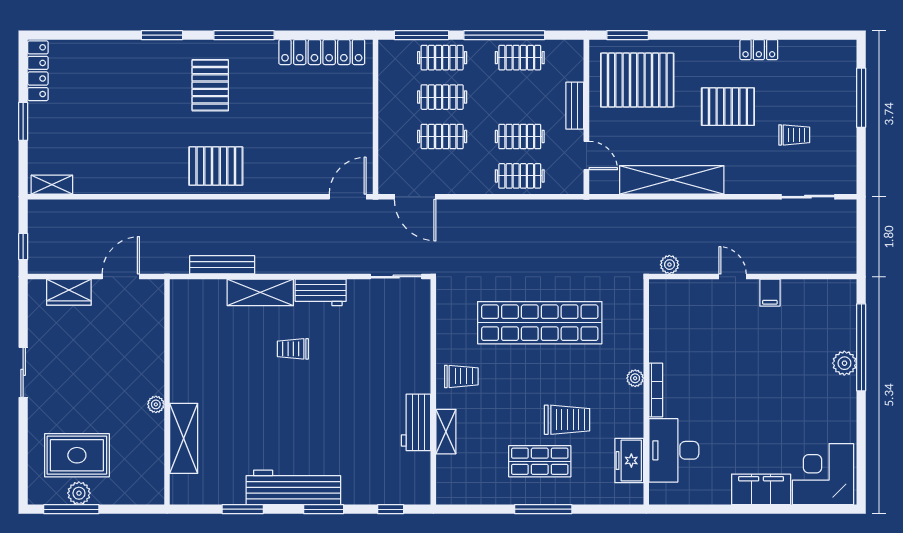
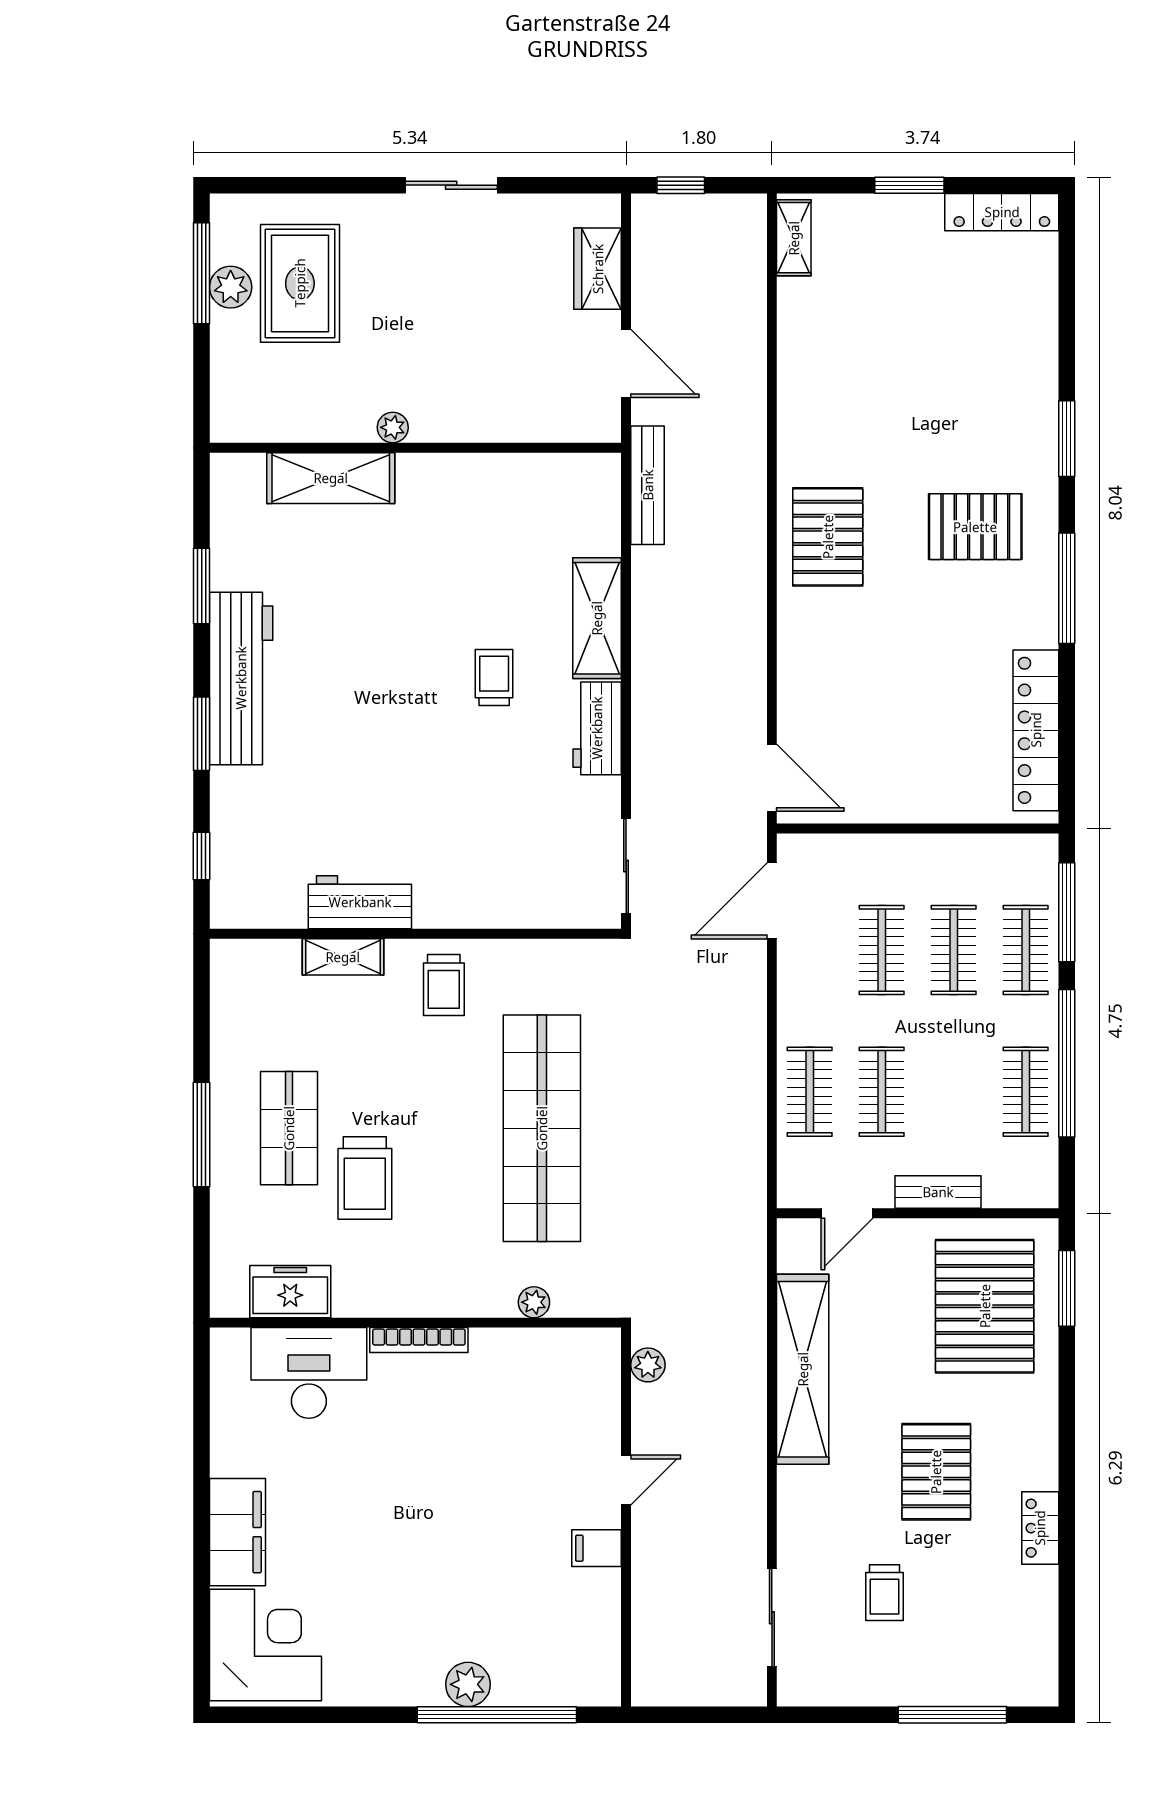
bench: (222, 265) -> (648, 485), moved
plant: (635, 378) -> (534, 1302), moved

